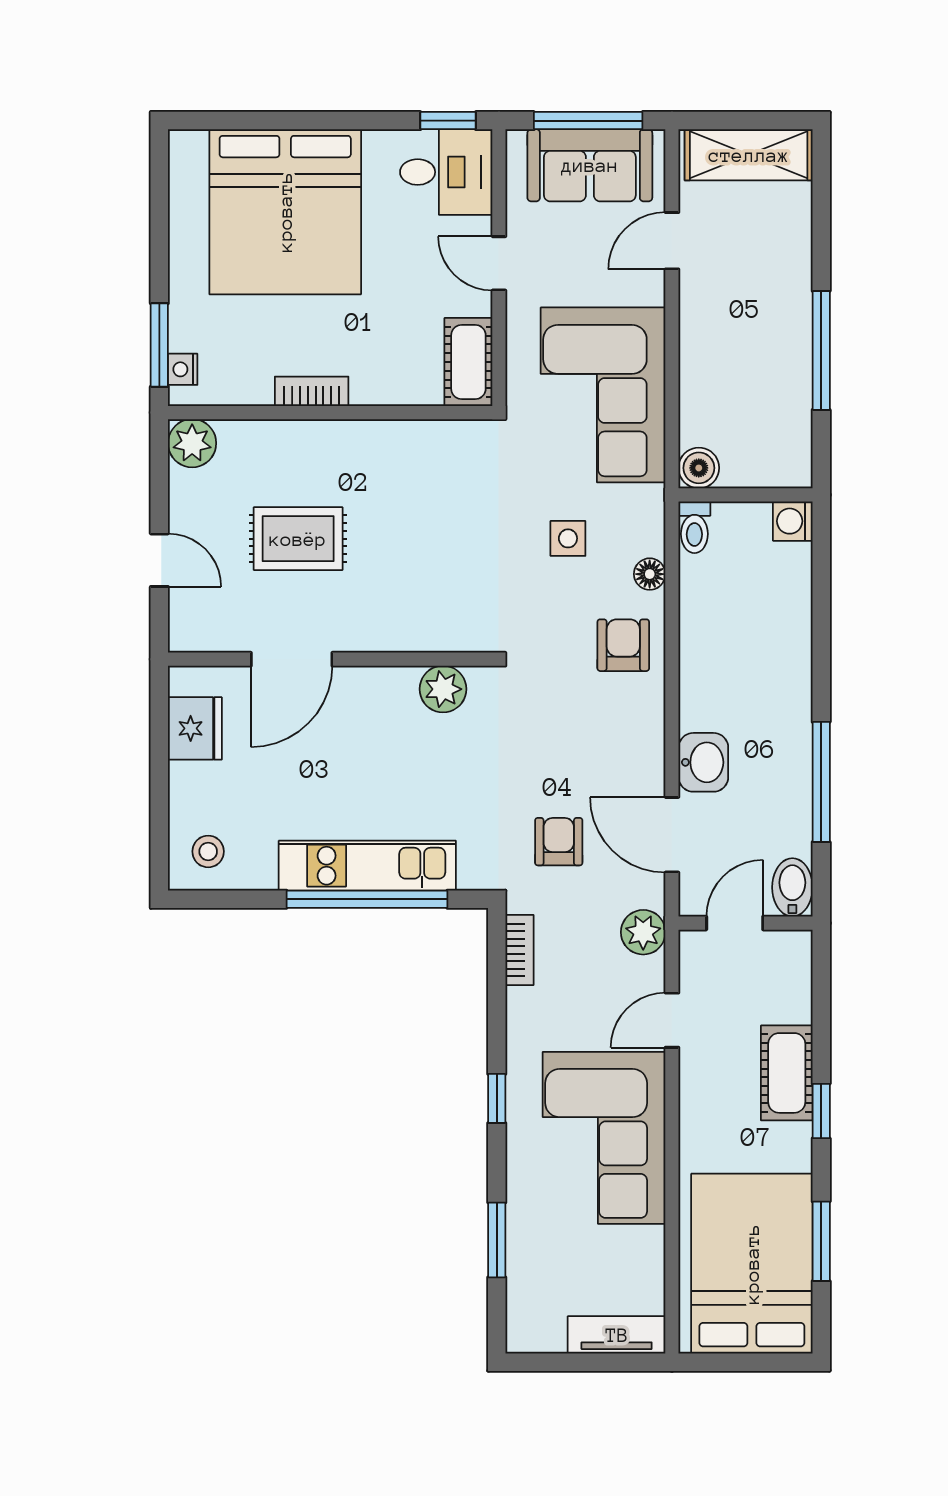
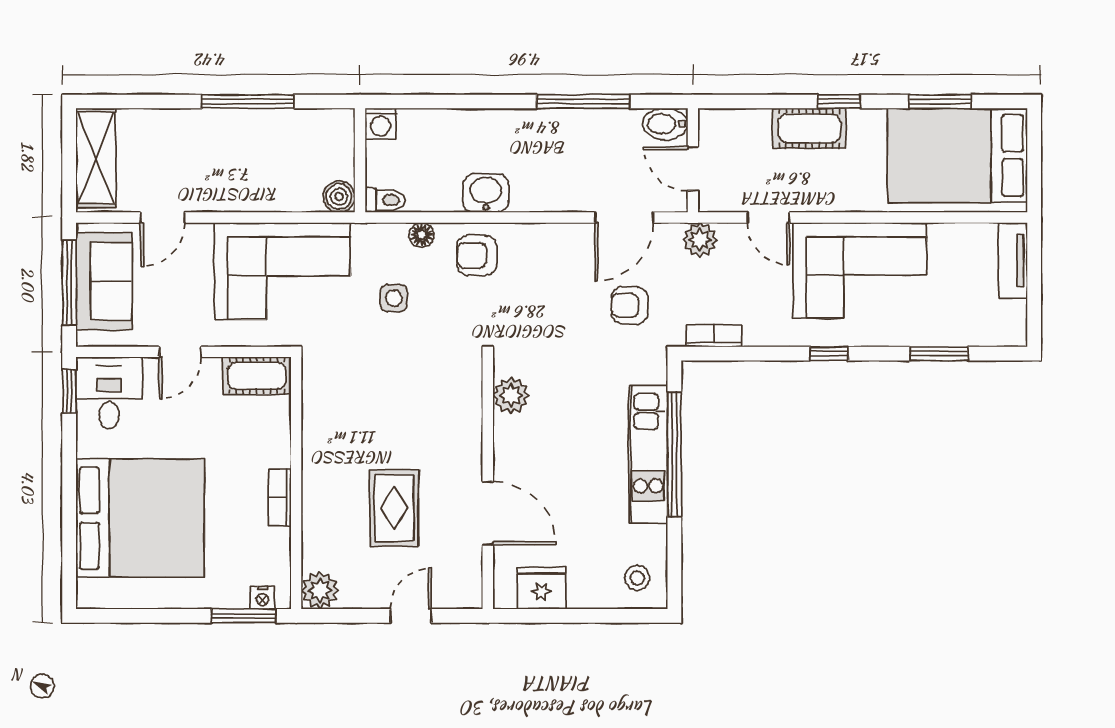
door: (672, 241) -> (163, 217), hinge flipped
washbasin: (703, 762) -> (486, 193), moved

